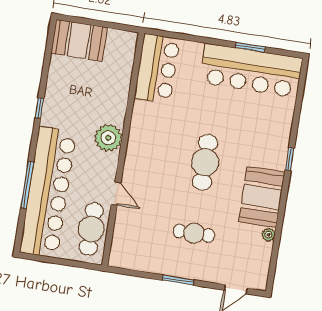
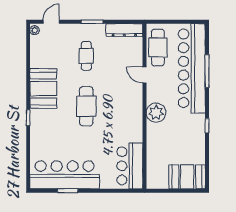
cafe table: (194, 233) -> (86, 56), turned 90
plant: (268, 235) -> (35, 30), moved
dresser: (135, 261) -> (124, 30), added

